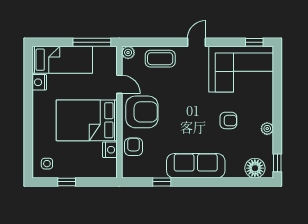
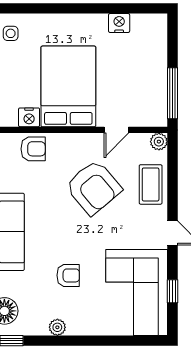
window: (254, 42) -> (172, 291), moved
bed: (62, 60) -> (149, 54), removed
armchair: (142, 112) -> (94, 187), moved, turned -40
armchair: (228, 120) -> (68, 275), turned -90

